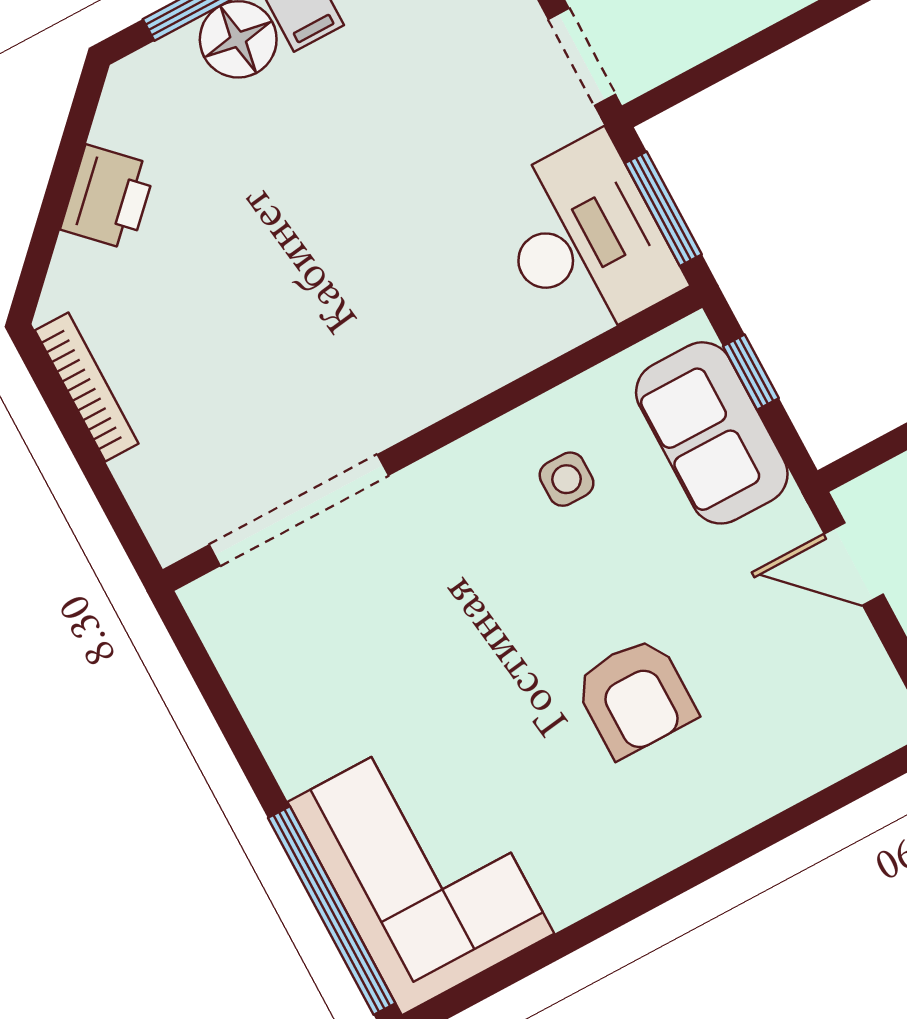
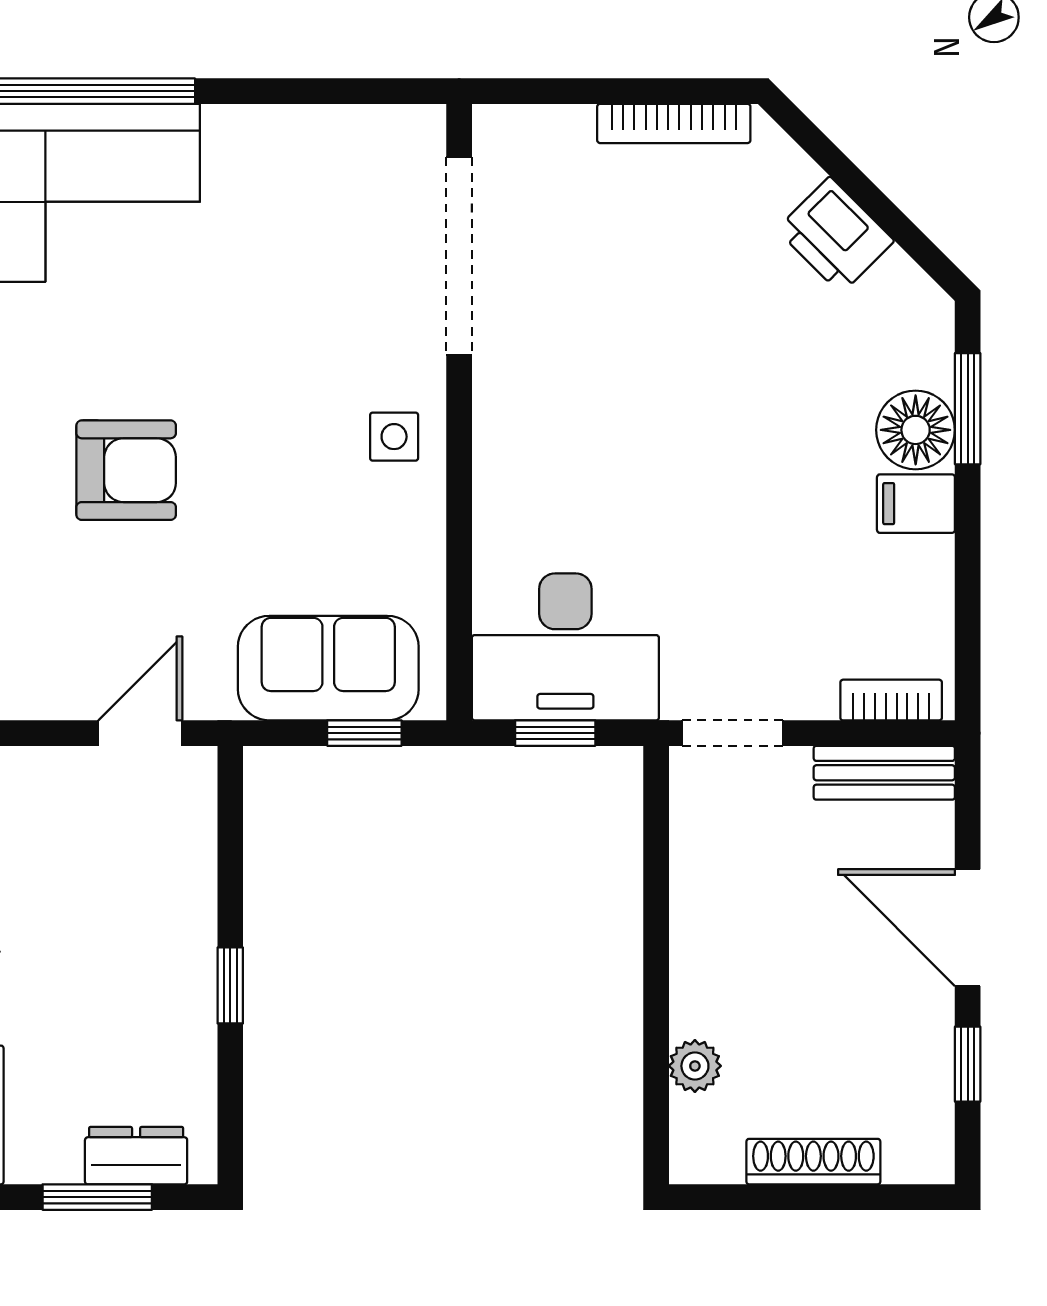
window: (663, 209) -> (555, 733), width x0.67
side table: (567, 479) -> (394, 437), moved
armchair: (635, 697) -> (126, 470), turned 180

